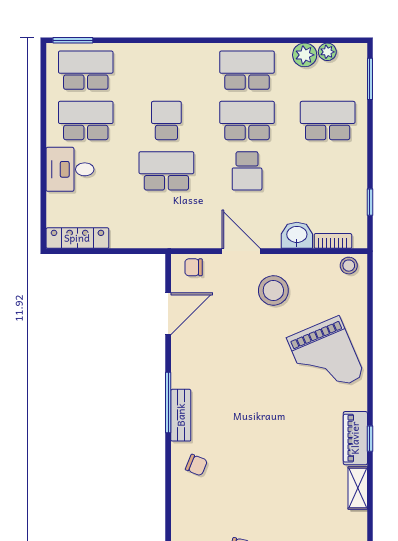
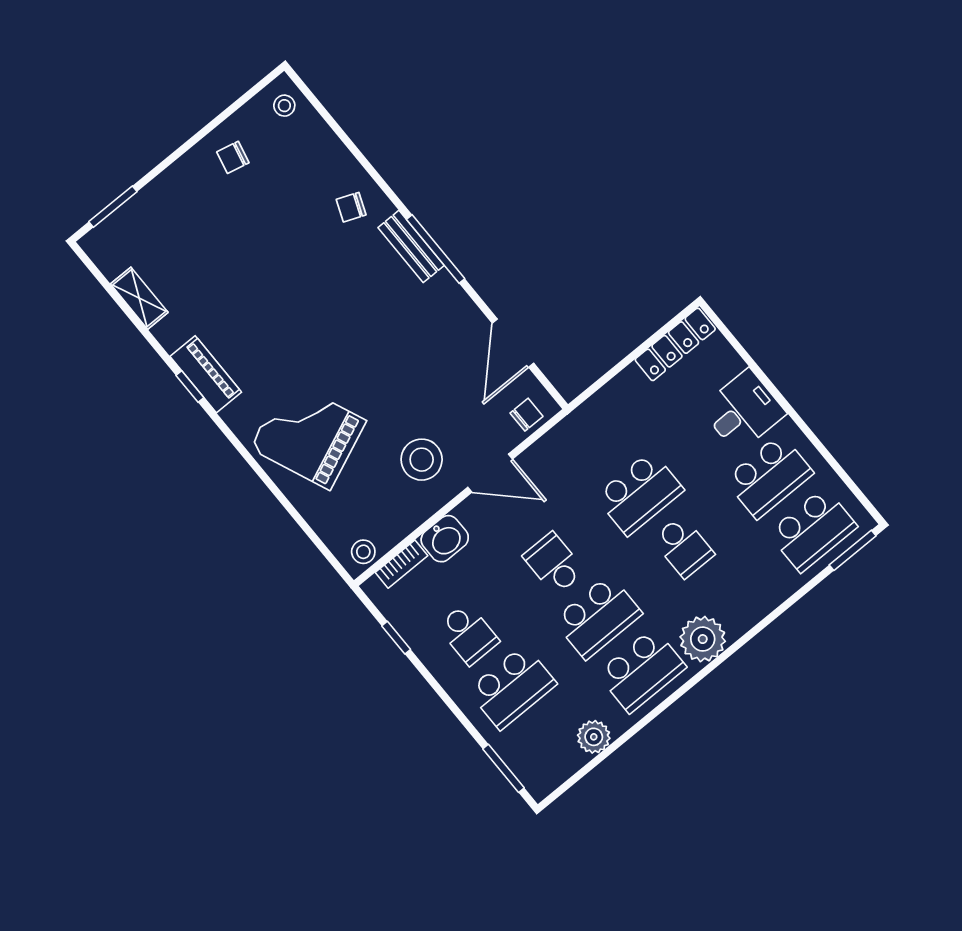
plant: (327, 52) -> (703, 639), moved, width x1.88, depth x1.88
school desk: (328, 171) -> (468, 634), added
shelving: (358, 488) -> (139, 298), moved

